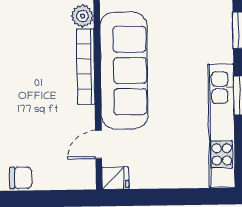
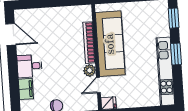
plant: (83, 16) -> (90, 70), moved

